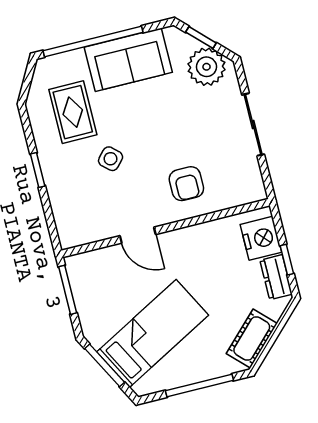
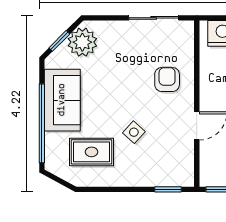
sliding door: (253, 125) -> (154, 18), moved
window: (38, 170) -> (168, 189), moved
armchair: (186, 184) -> (167, 79), turned -90

